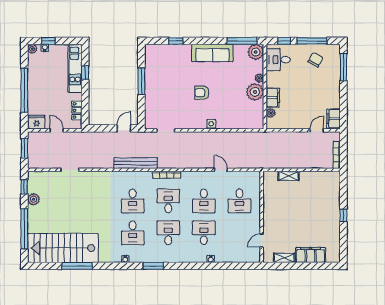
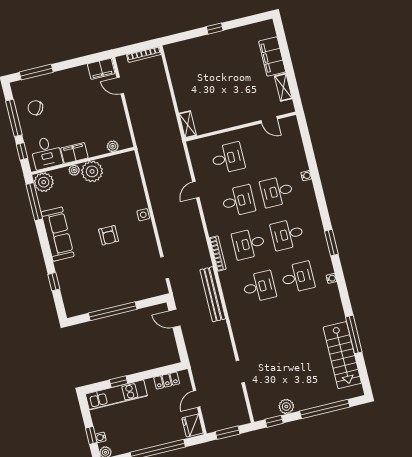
window: (141, 81) -> (113, 311), width x1.46
filing cabinet: (273, 98) -> (74, 153), moved
shelving: (288, 176) -> (188, 125), moved
stairs: (63, 248) -> (342, 355), width x0.73, depth x0.66

